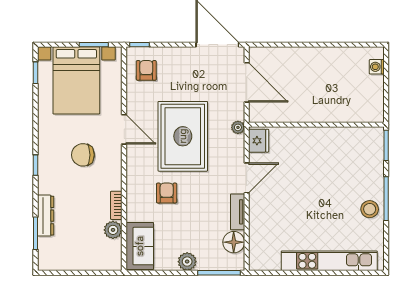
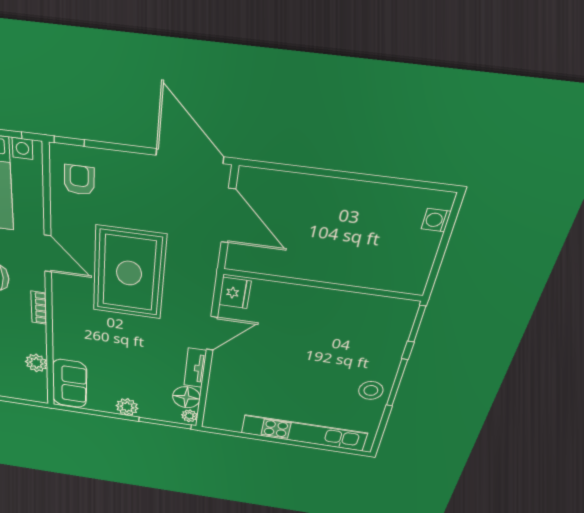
plant: (238, 127) -> (189, 416), moved
armchair: (167, 193) -> (104, 335), removed
bookcase: (116, 205) -> (39, 308), moved

